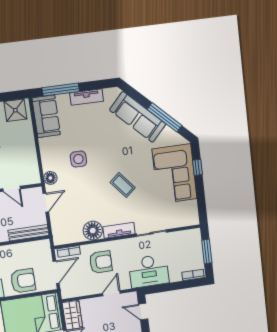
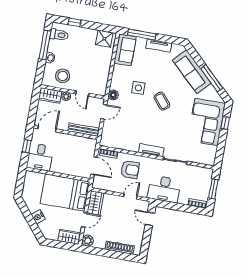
coffee table: (123, 185) -> (162, 101), moved
floor lamp: (93, 231) -> (132, 144), removed
door: (56, 272) -> (94, 166), hinge flipped
armchair: (23, 281) -> (67, 164), removed

